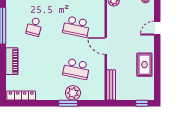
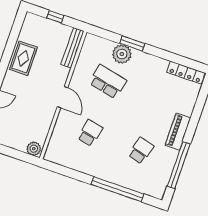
school desk: (76, 27) -> (90, 133), width x0.54
piano: (12, 61) -> (178, 132), moved
window: (142, 103) -> (55, 17), moved

